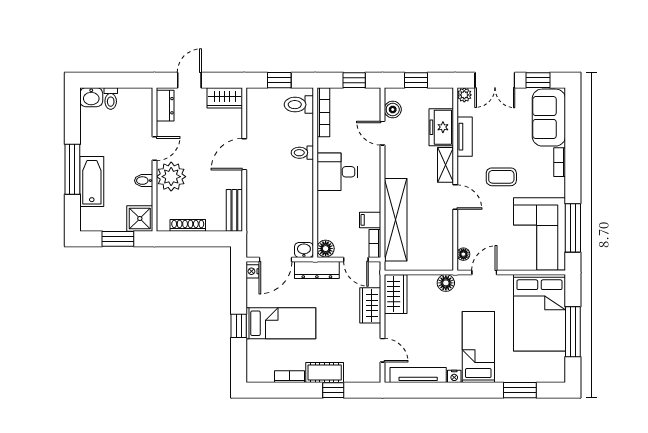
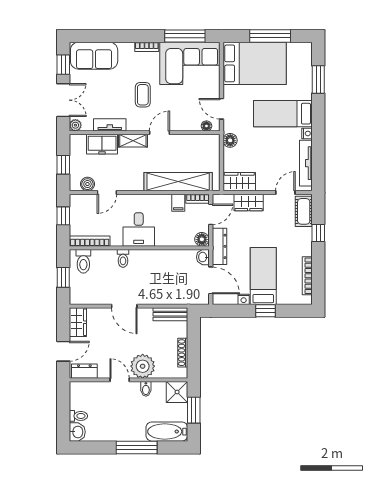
door: (189, 80) -> (63, 351), swing flipped
bookcase: (560, 162) -> (147, 47), moved
bathtub: (92, 182) -> (167, 432), moved
nightstand: (252, 271) -> (244, 299), moved
cot: (325, 373) -> (304, 211), moved
bookcase: (290, 377) -> (307, 276), width x1.56

